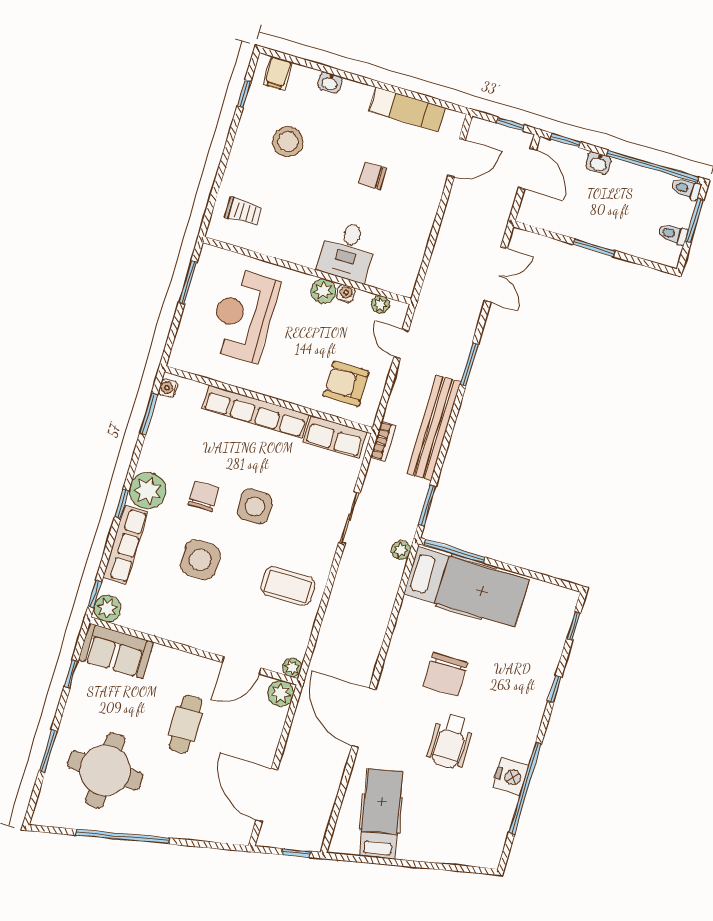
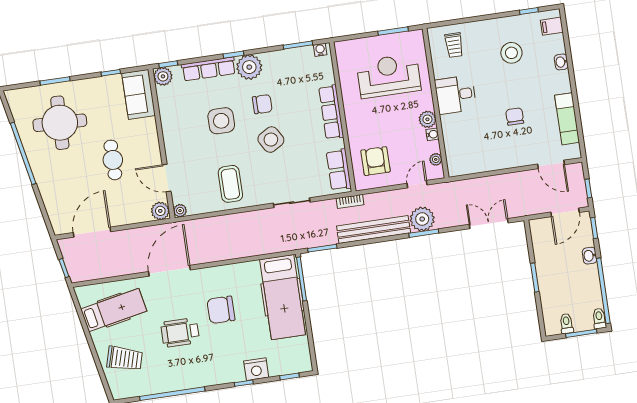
desk: (347, 251) -> (456, 95), moved
double door: (496, 275) -> (489, 224), swing flipped
row of seats: (256, 412) -> (331, 112), width x0.73
side table: (255, 507) -> (271, 140), turned -31
plant: (401, 550) -> (422, 219), moved, width x1.88, depth x1.88
cafe table: (186, 724) -> (113, 160), turned 90
nightstand: (511, 776) -> (256, 369), moved
trolley: (450, 829) -> (125, 359), added

